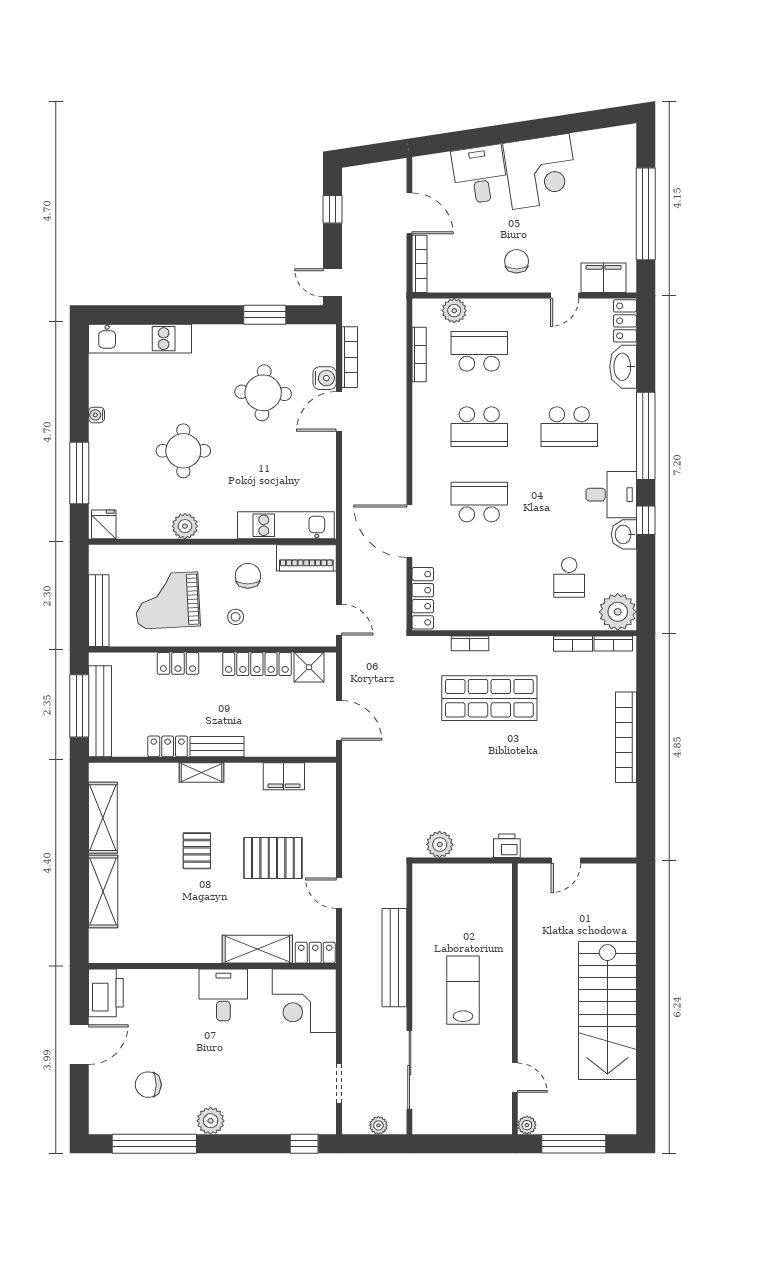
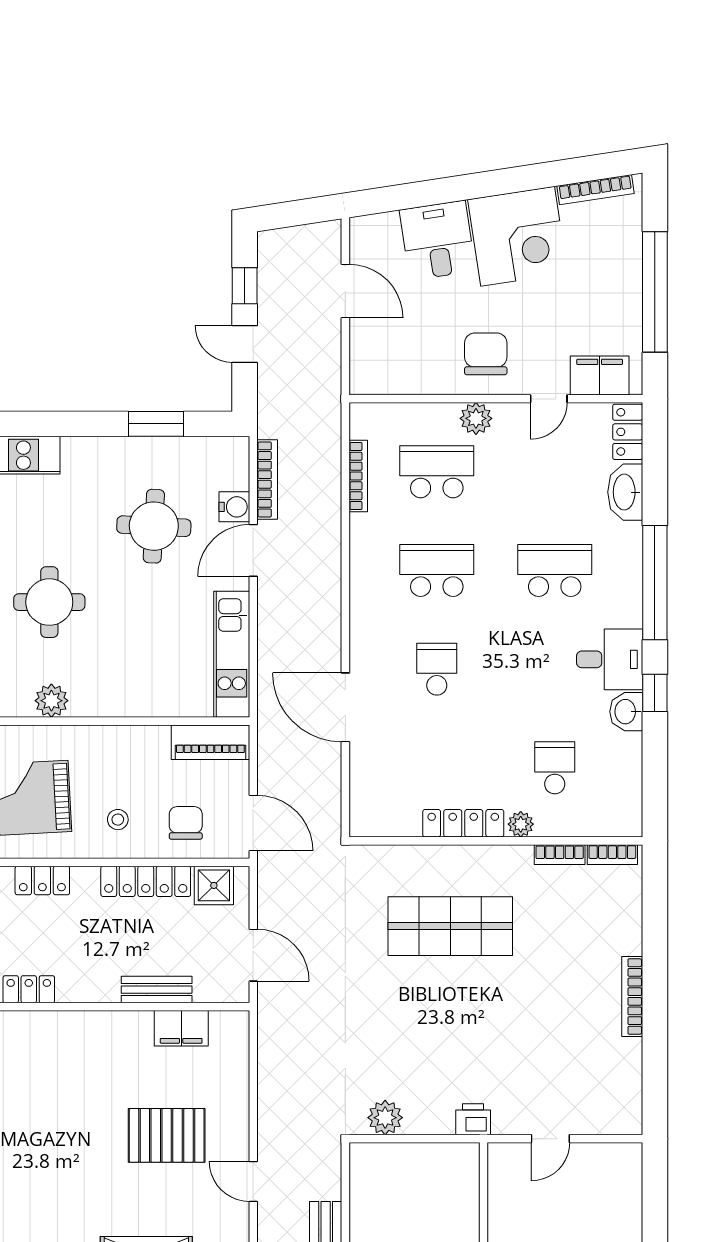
chair: (517, 261) -> (486, 354), width x1.37, depth x1.37
bookcase: (420, 264) -> (596, 190), moved, turned 81
door: (332, 283) -> (245, 344), moved
plant: (454, 311) -> (476, 418), moved
school desk: (479, 427) -> (437, 570), turned 180
school desk: (569, 427) -> (555, 570), turned 180
school desk: (479, 502) -> (437, 669), width x0.54
kitchen unit: (286, 525) -> (232, 654), moved, turned -90
chair: (248, 576) -> (186, 823), moved
school desk: (569, 577) -> (555, 768), turned 180
locker: (423, 598) -> (463, 823), moved, turned -90
plant: (618, 612) -> (521, 824), moved, width x0.53, depth x0.53
door: (339, 620) -> (253, 823), width x1.38
bookcase: (470, 643) -> (425, 854), removed
bookcase: (626, 737) -> (632, 996), width x0.68, depth x0.76
bench: (217, 747) -> (157, 990), moved
shelving: (202, 773) -> (73, 1023), removed
pallet: (197, 851) -> (67, 1126), removed

